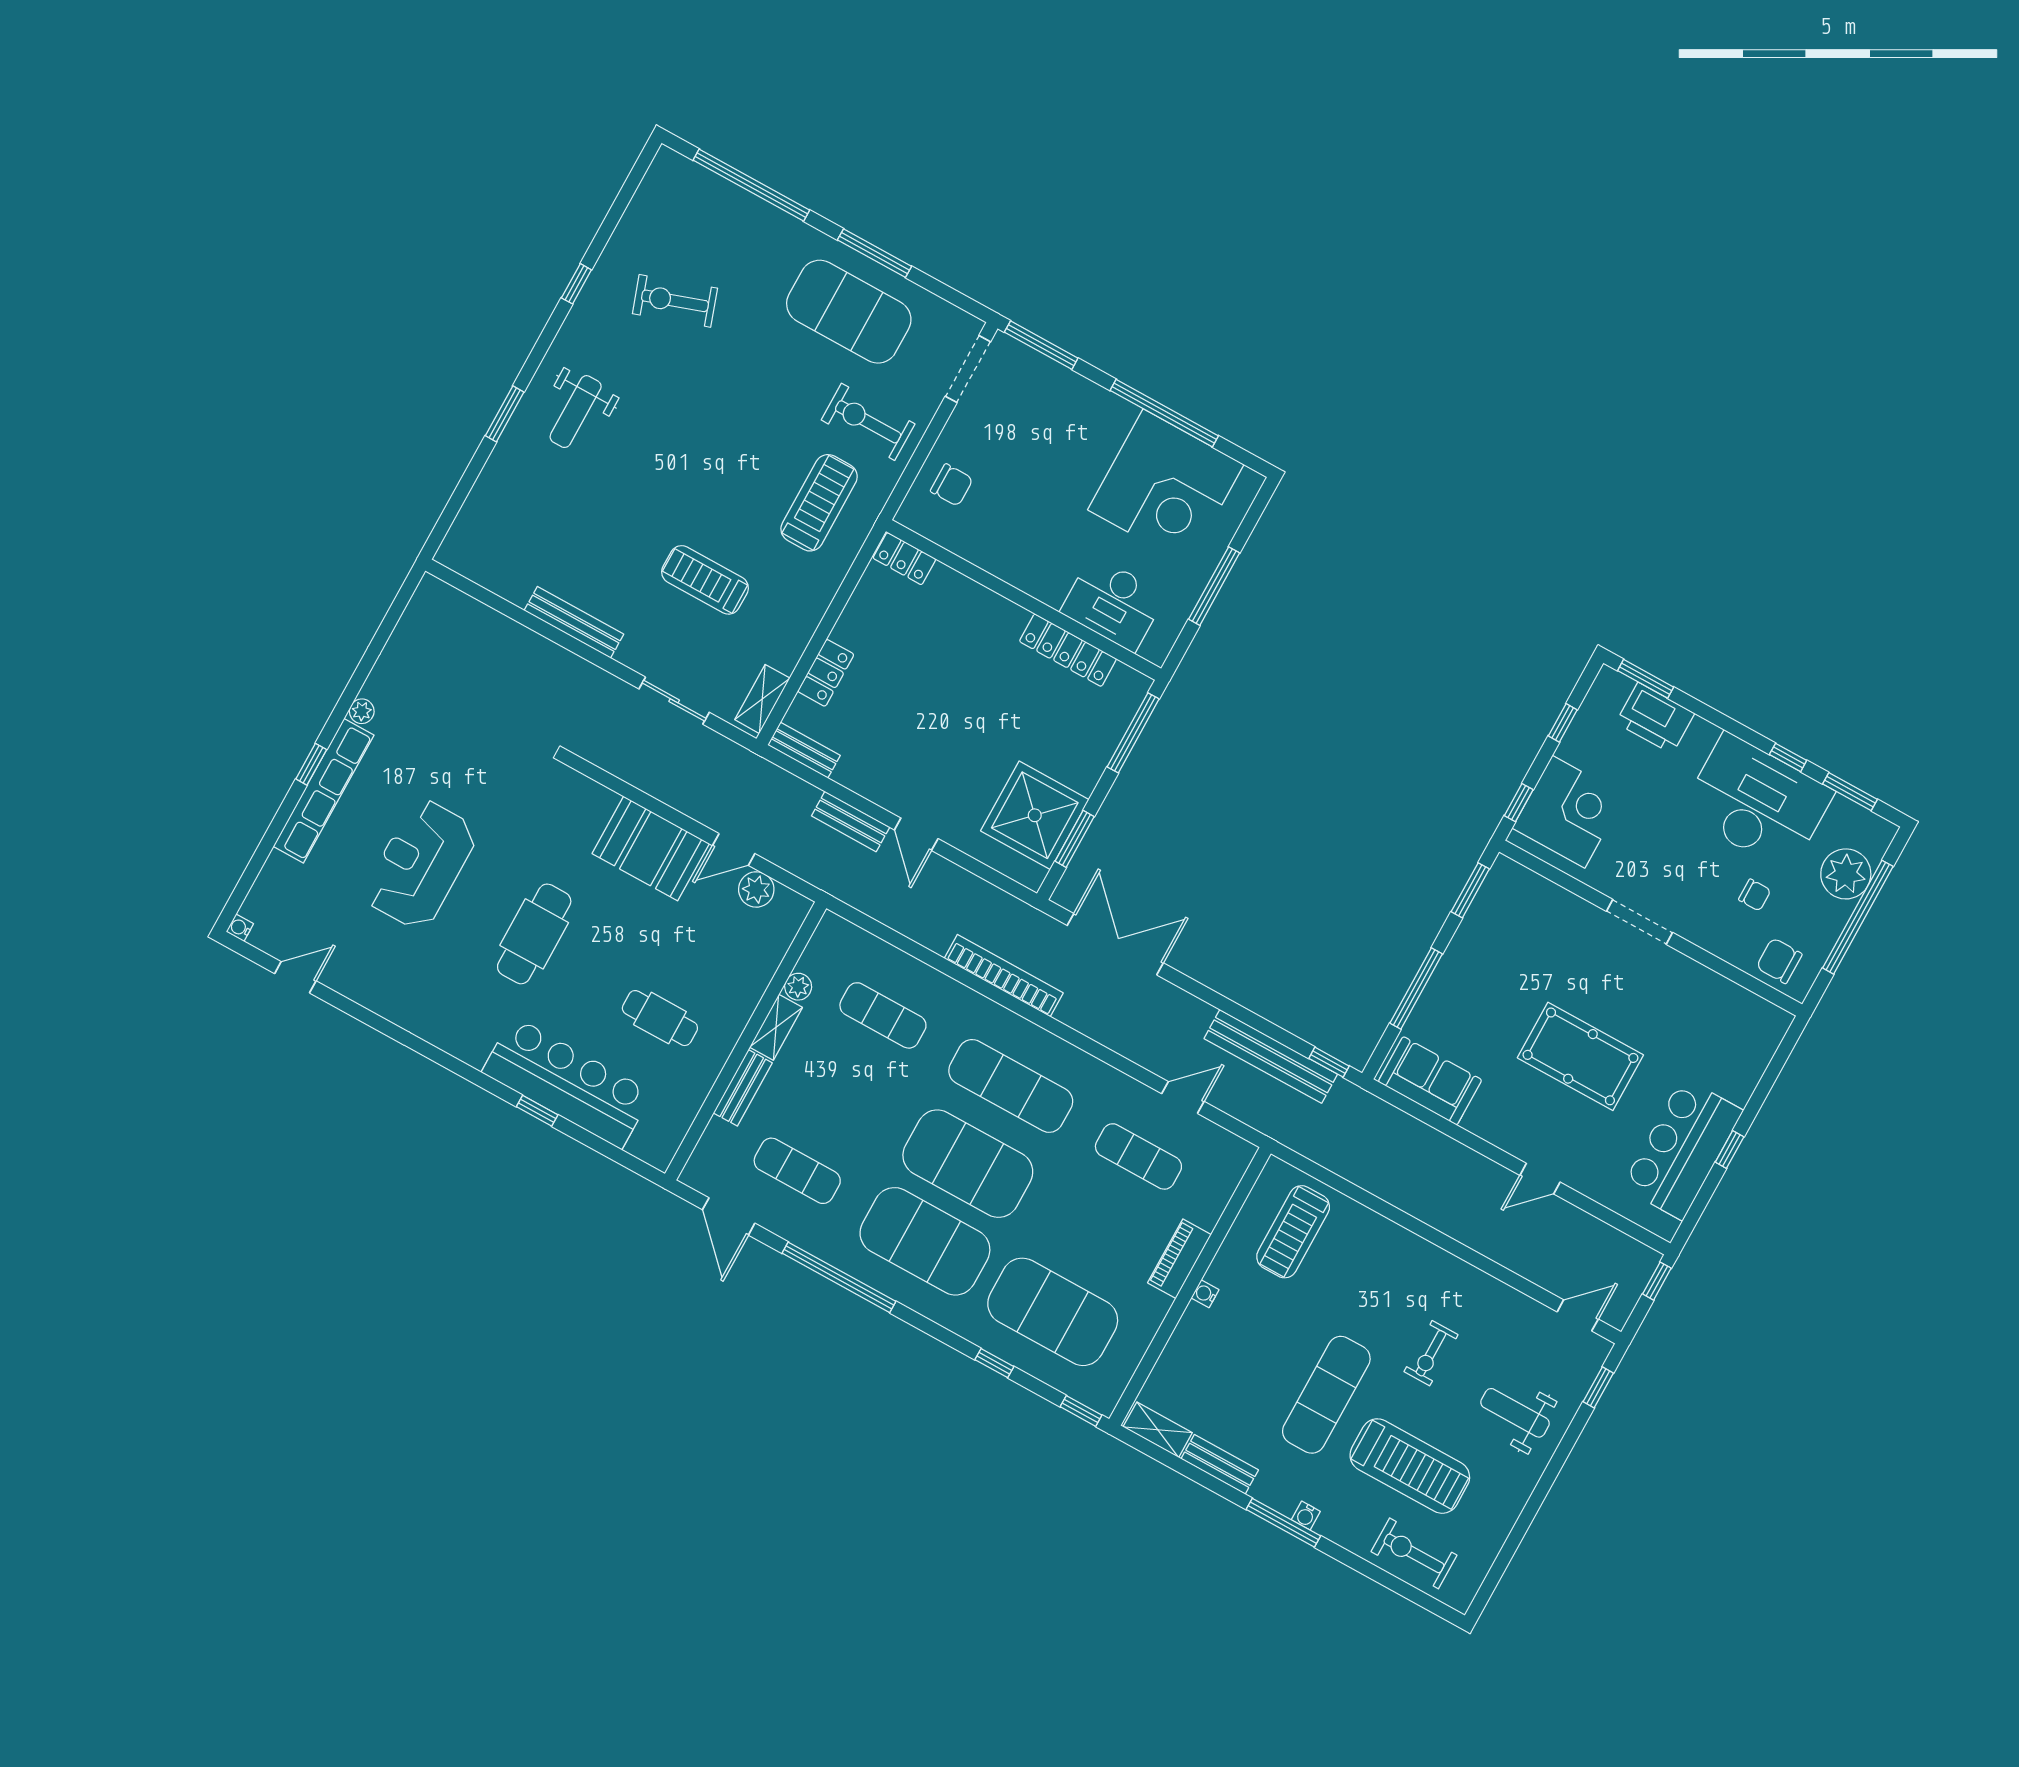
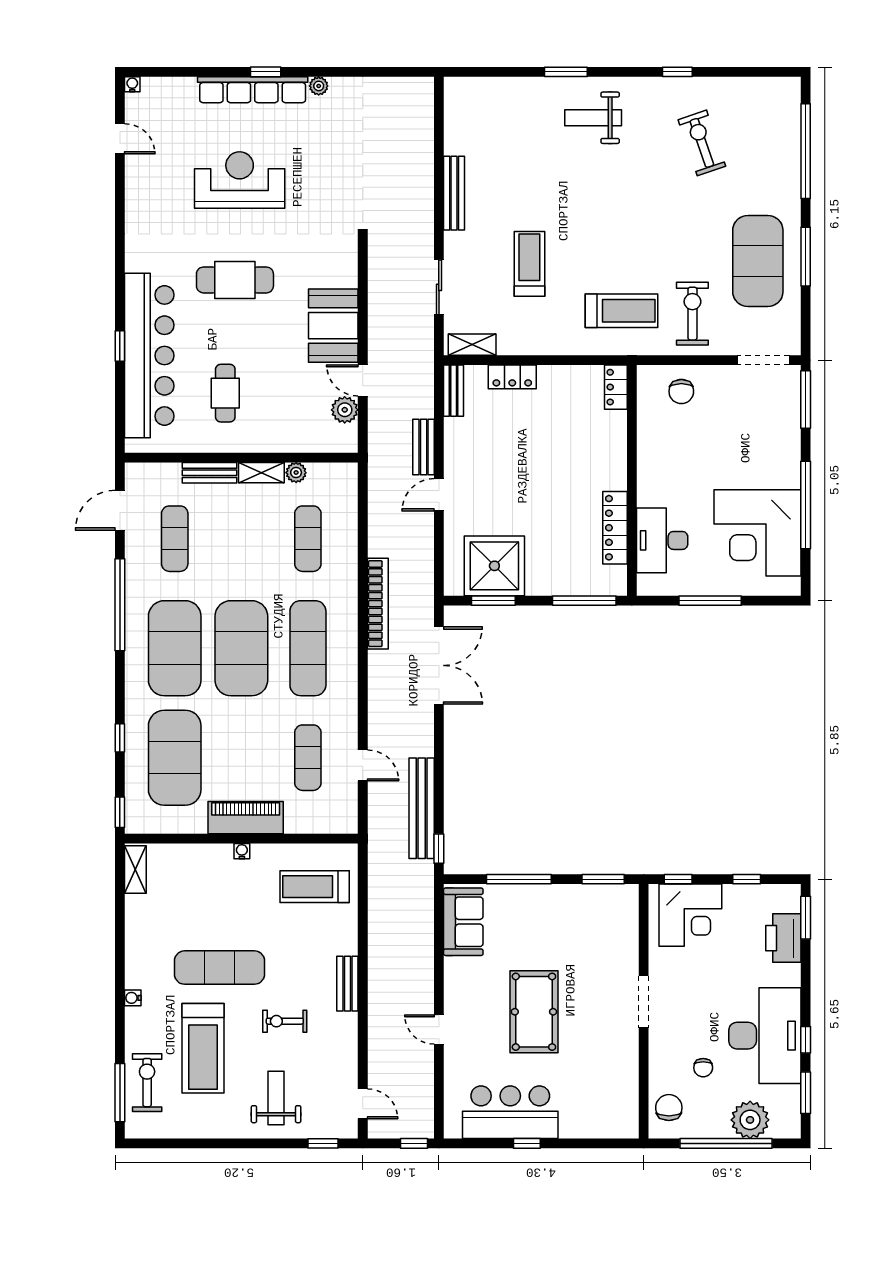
bar counter: (567, 1083) -> (149, 356), width x1.36
piano: (1179, 1259) -> (246, 818), width x1.37, depth x1.33
bench: (1220, 1464) -> (347, 984), moved
window: (1283, 1523) -> (120, 1093), moved

